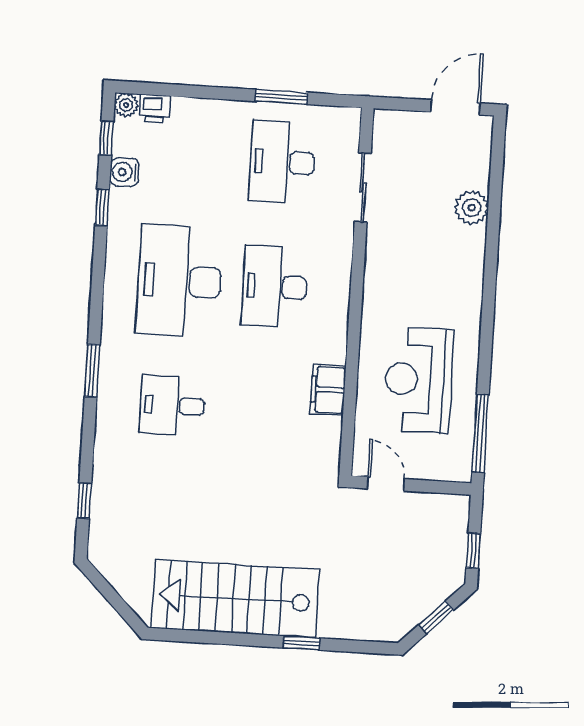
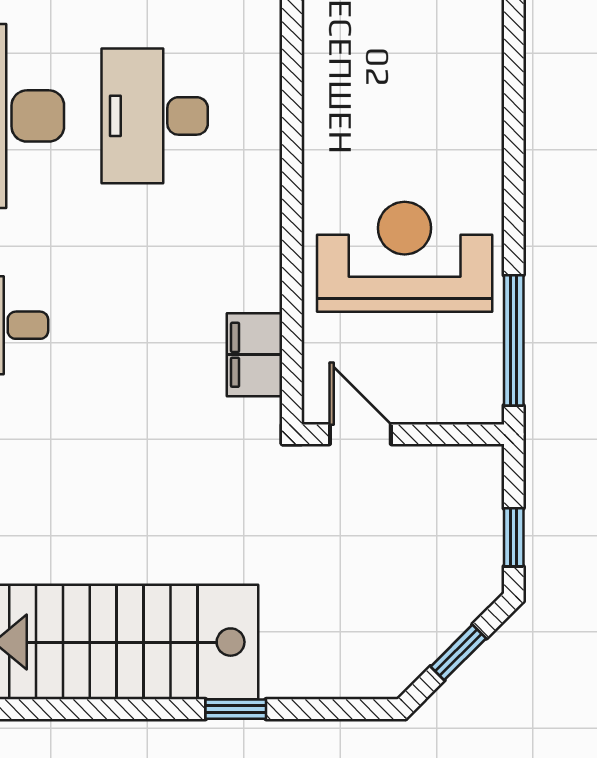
reception desk: (418, 380) -> (405, 257), turned 90
filing cabinet: (328, 390) -> (254, 355), moved

